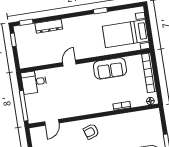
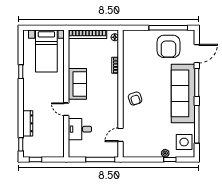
sofa: (110, 68) -> (77, 84), moved
desk: (34, 82) -> (80, 129), moved, turned 90
door: (52, 122) -> (120, 135), swing flipped

